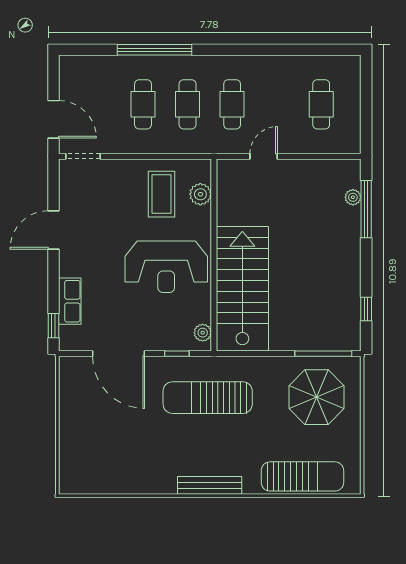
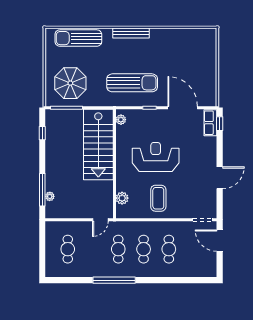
window: (155, 50) -> (114, 280), moved
plant: (200, 194) -> (122, 198), moved
wall: (214, 255) -> (114, 164), moved
stairs: (242, 289) -> (98, 145), moved
row of seats: (70, 301) -> (210, 123), moved
plant: (203, 333) -> (121, 120), moved

